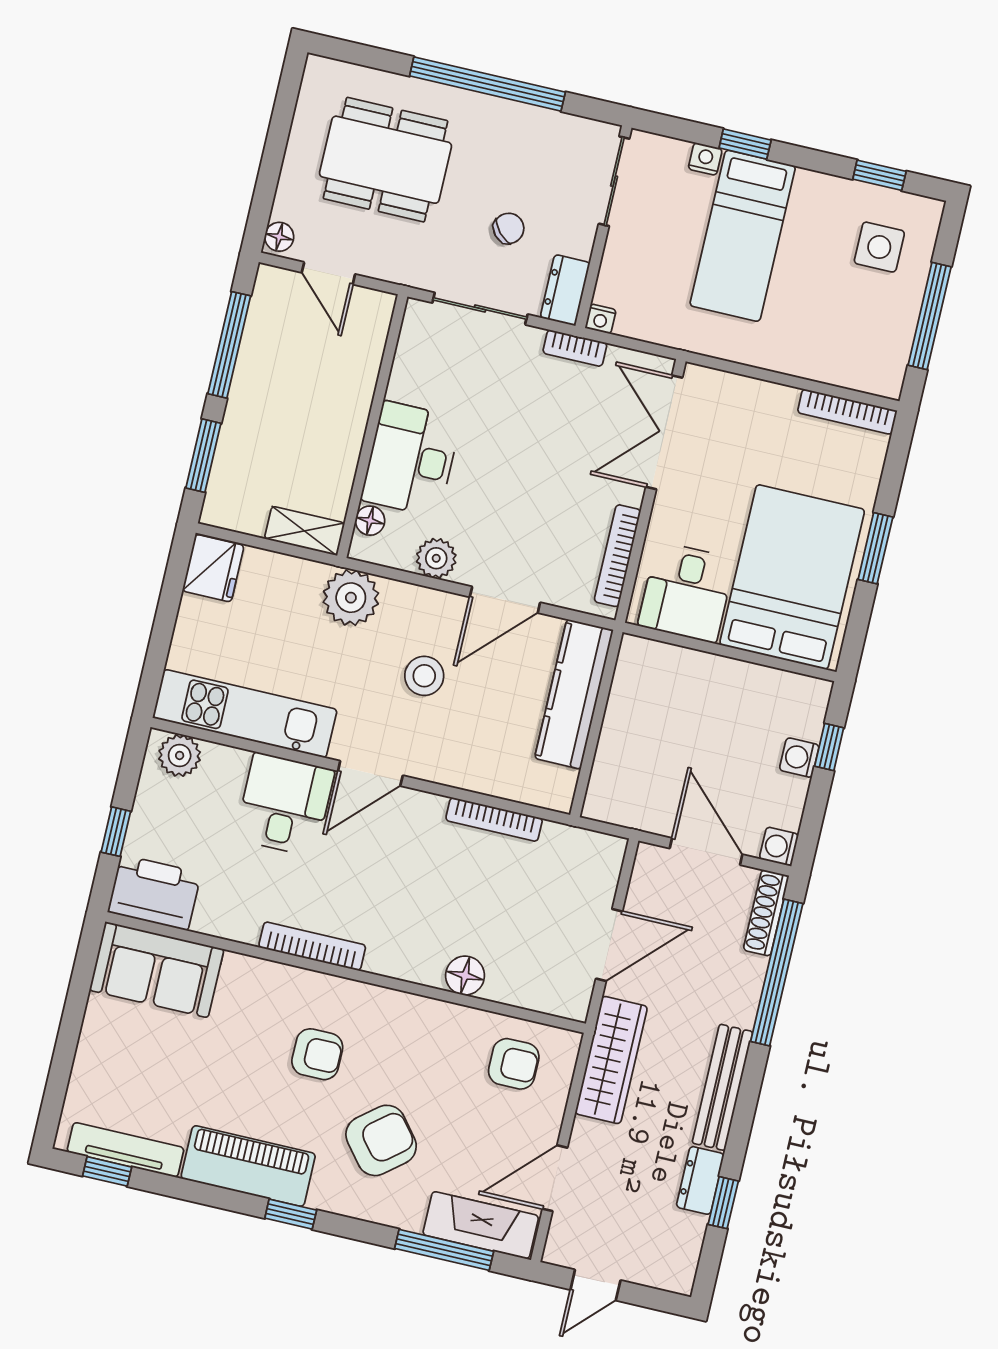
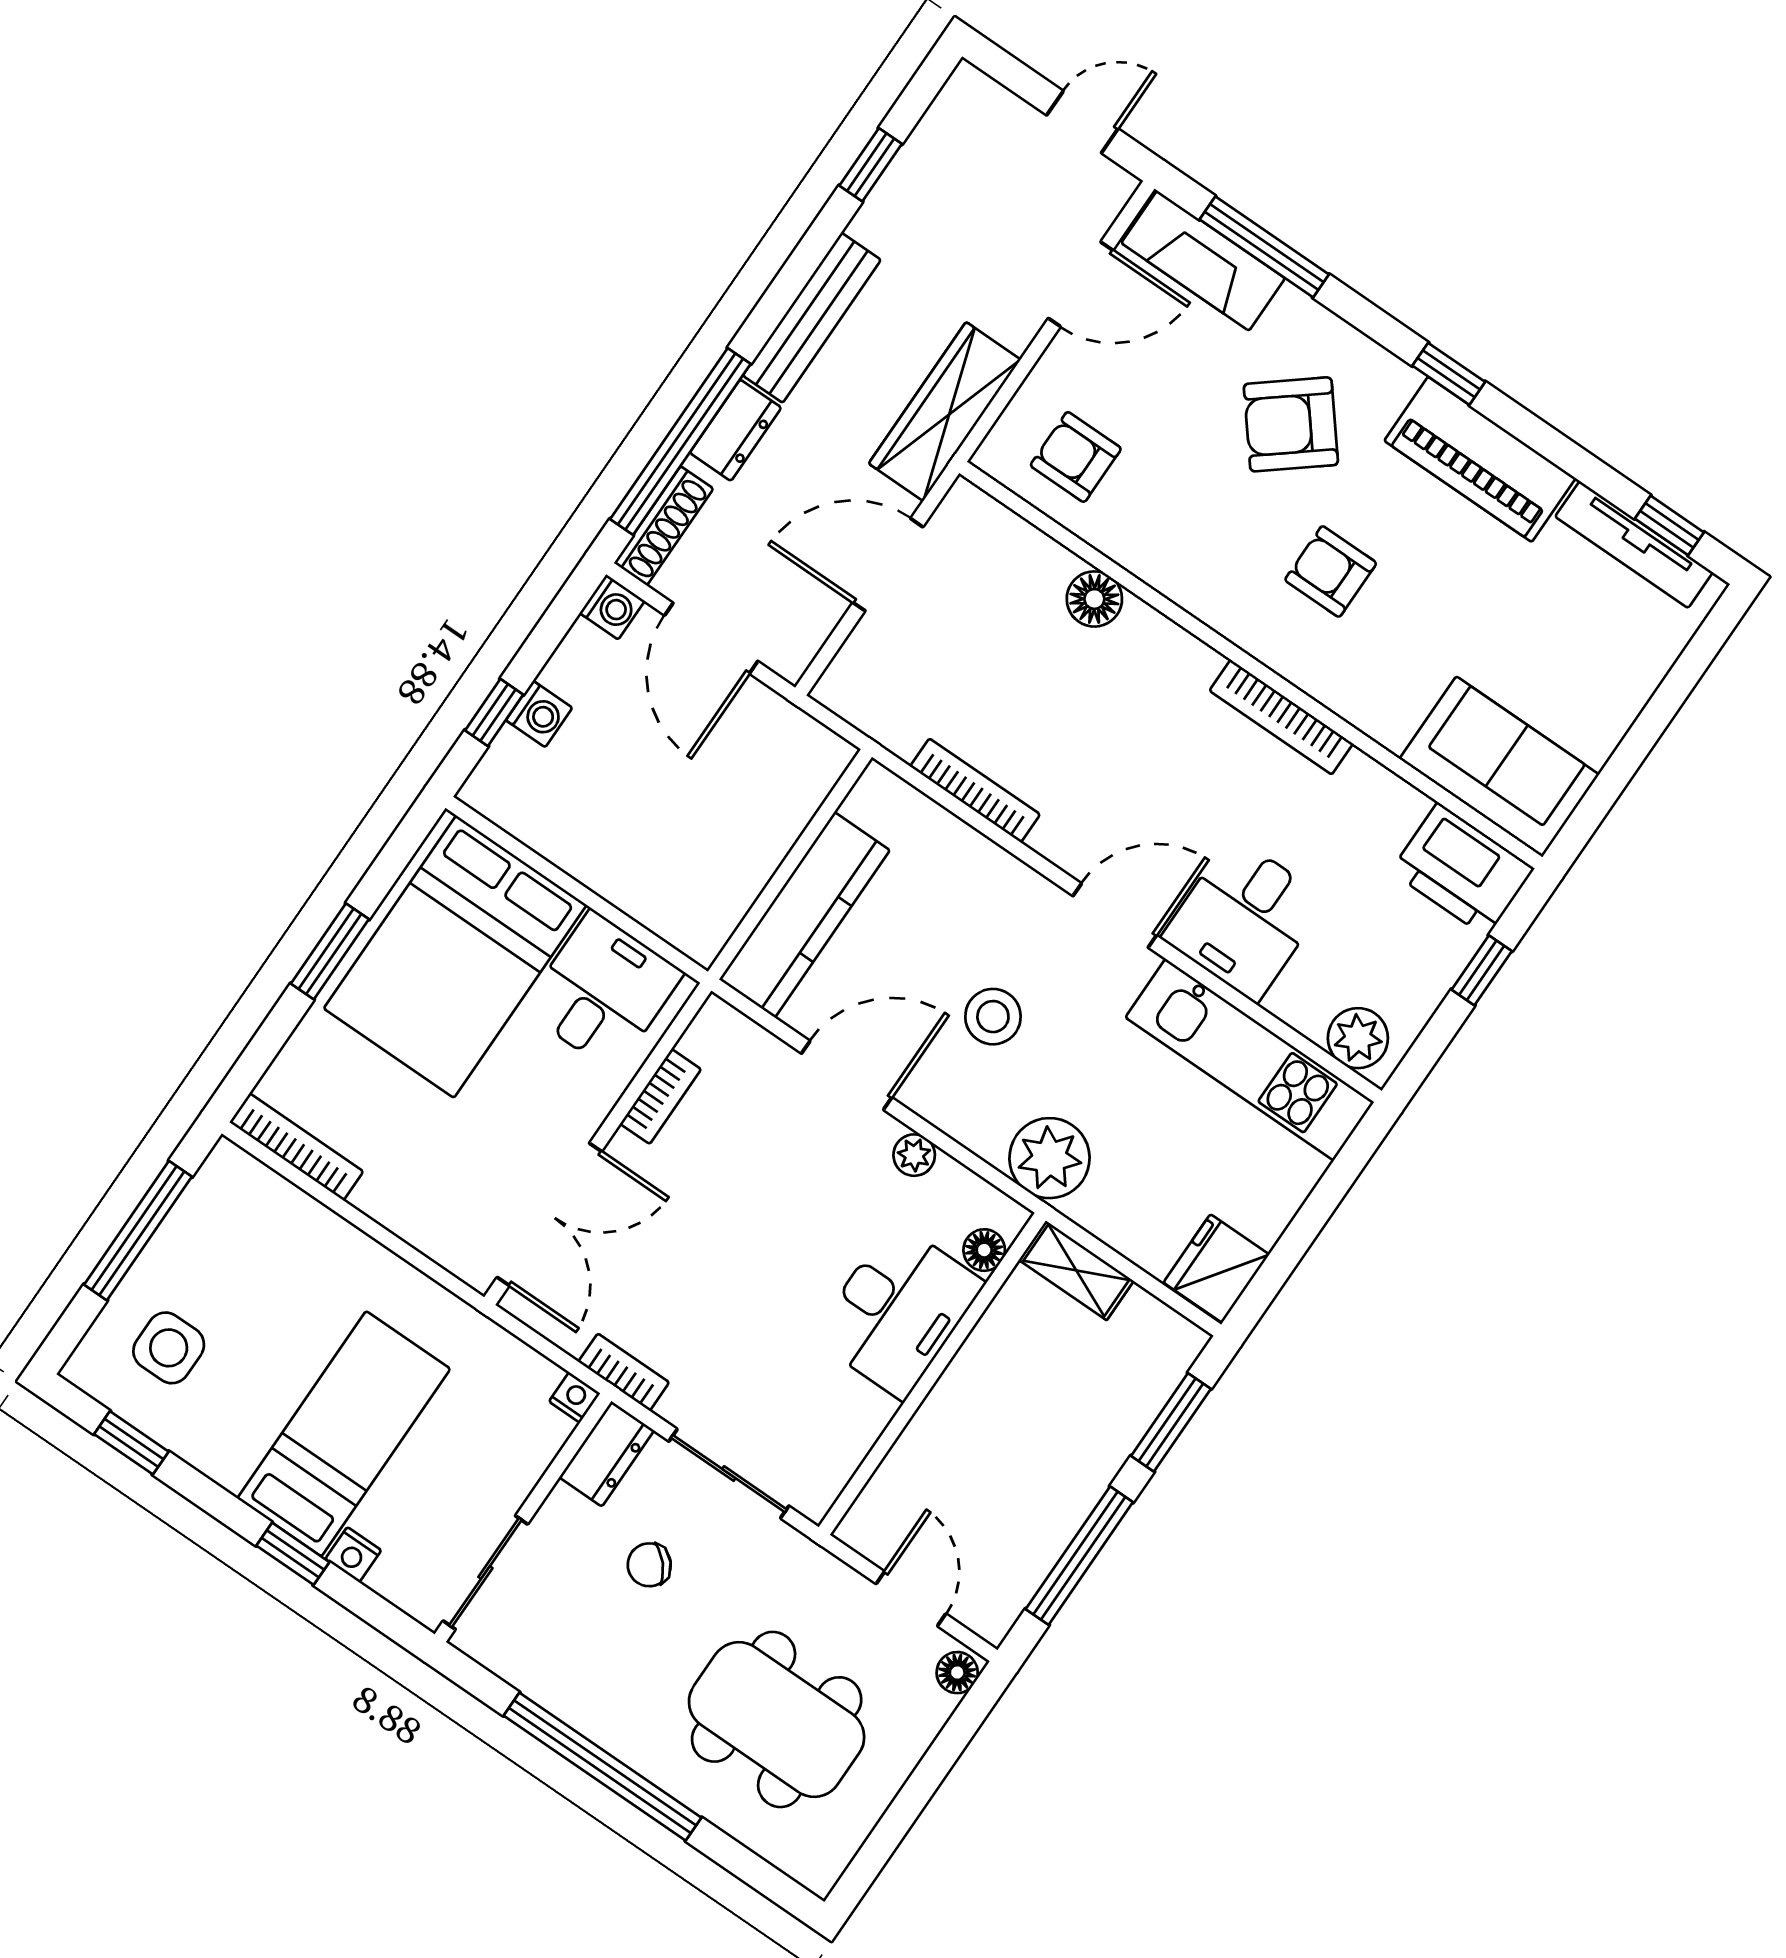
bookcase: (617, 556) -> (661, 1096), width x0.64
plant: (436, 558) -> (914, 1155), width x0.73, depth x0.73
dresser: (700, 1180) -> (735, 430), moved

